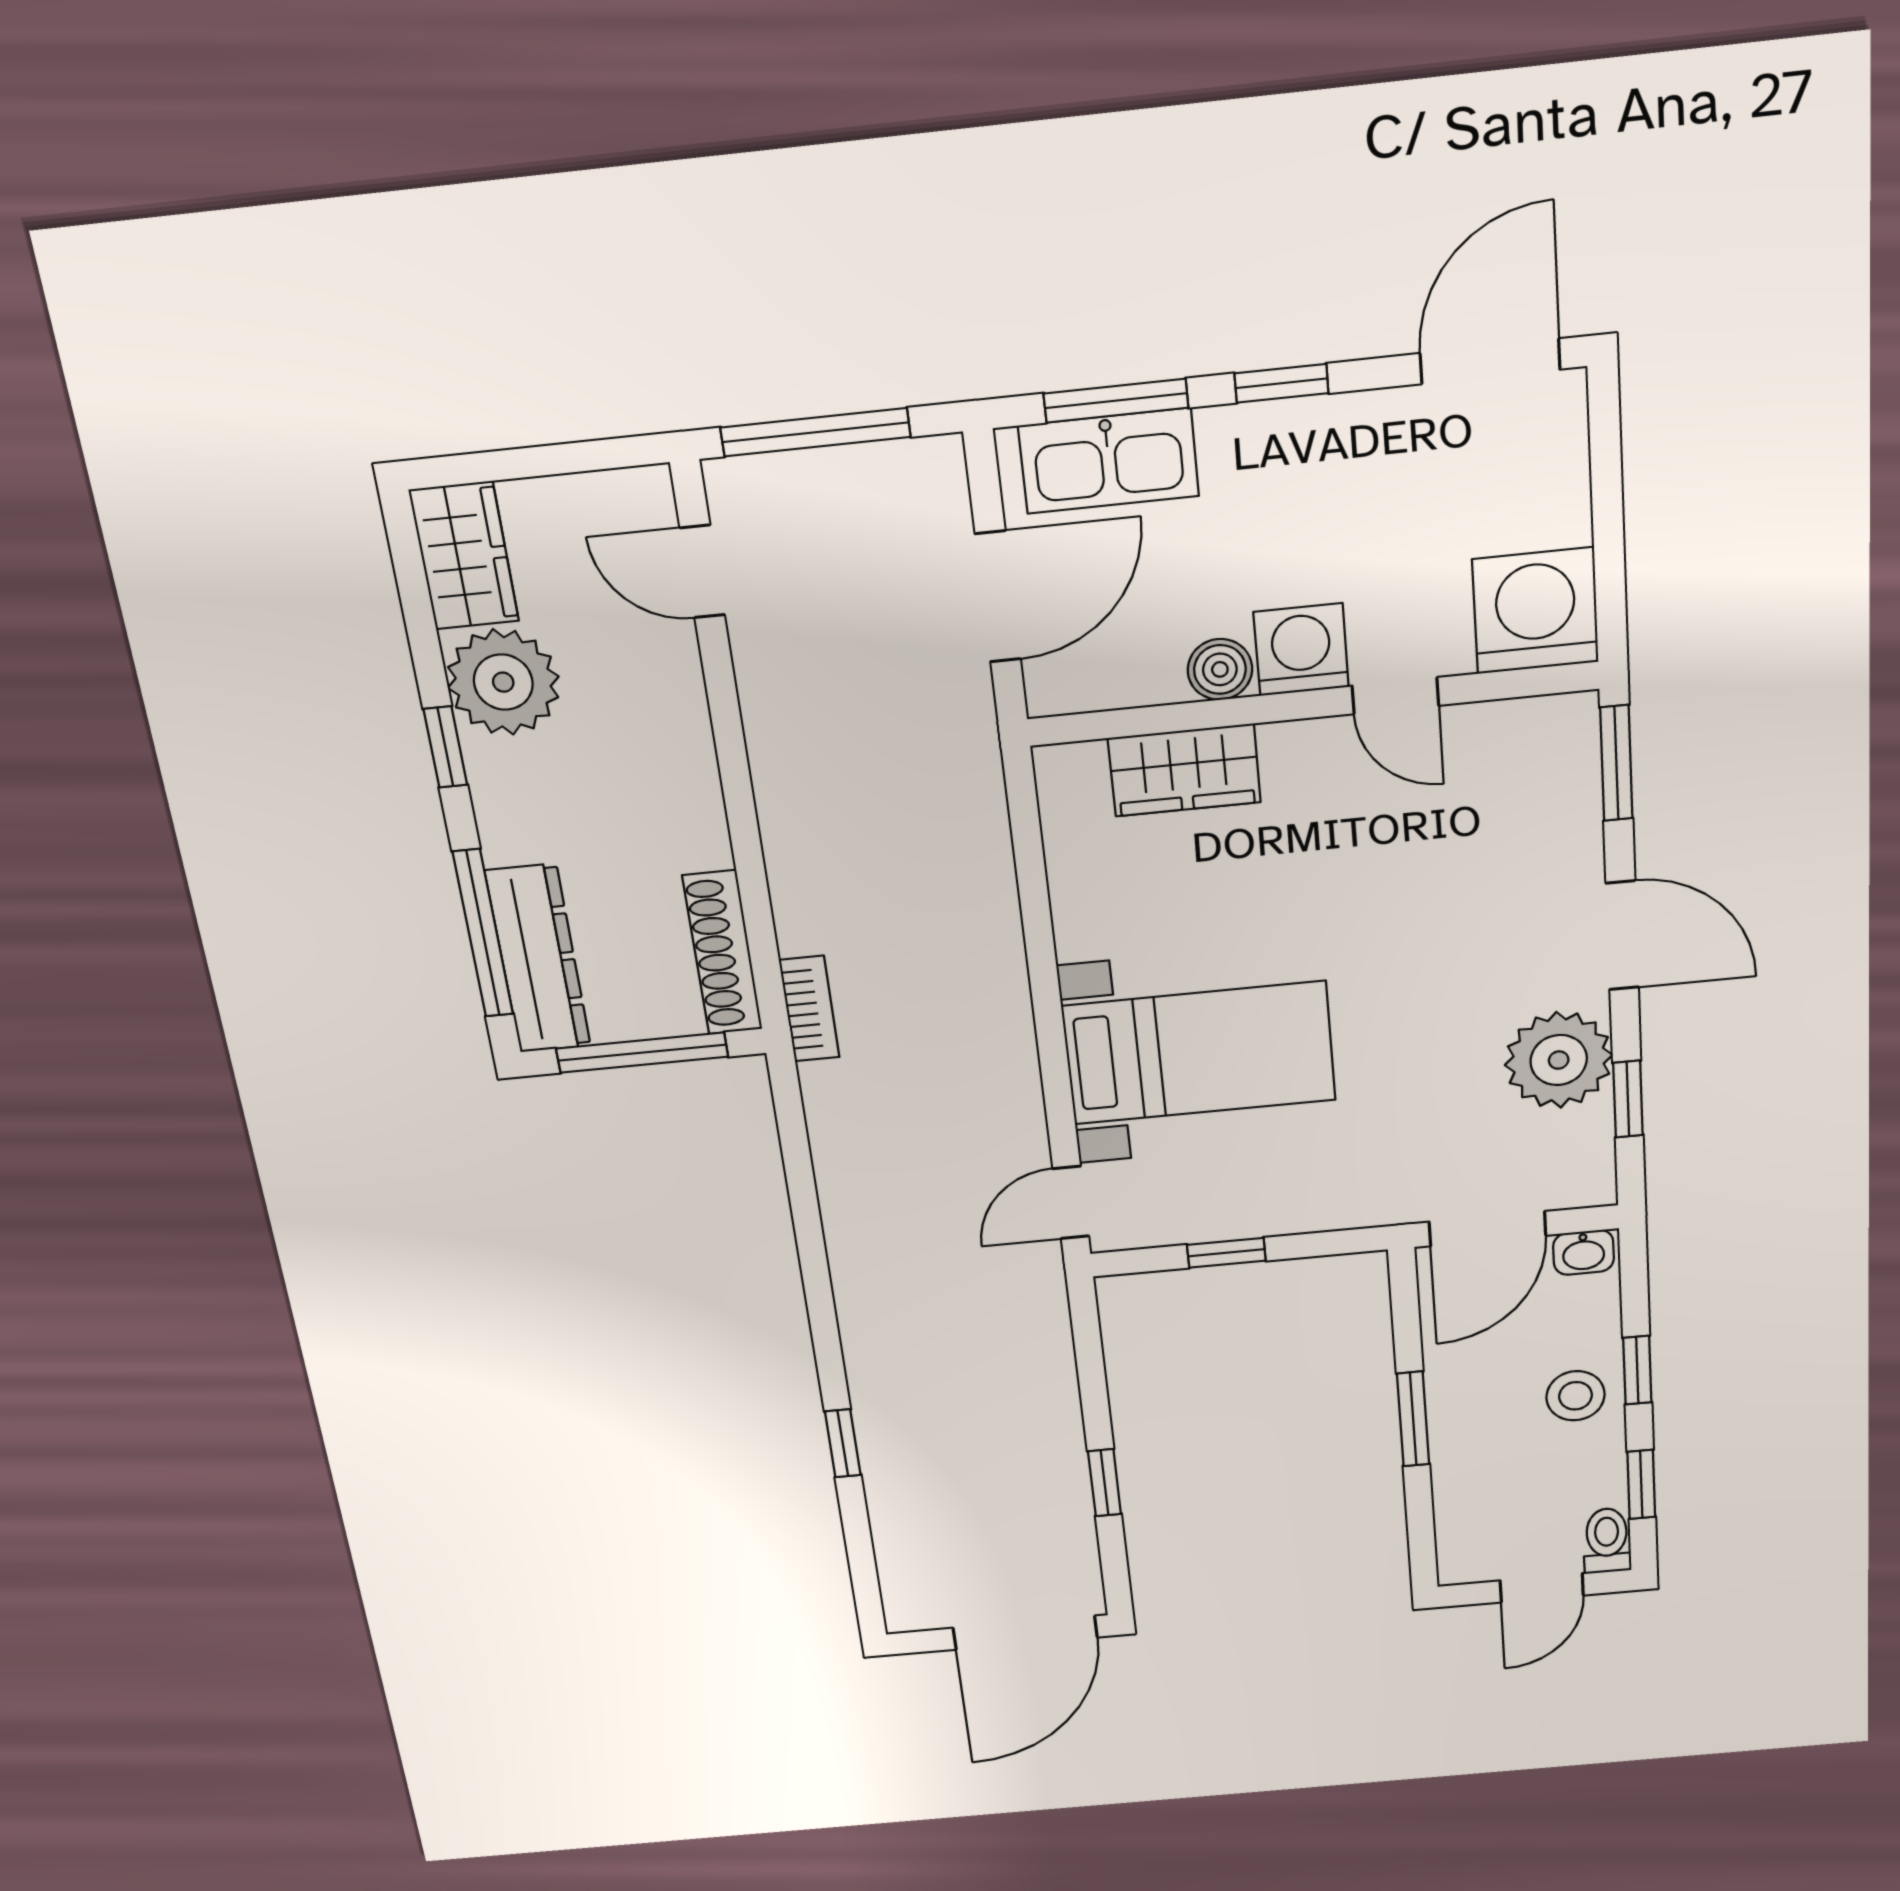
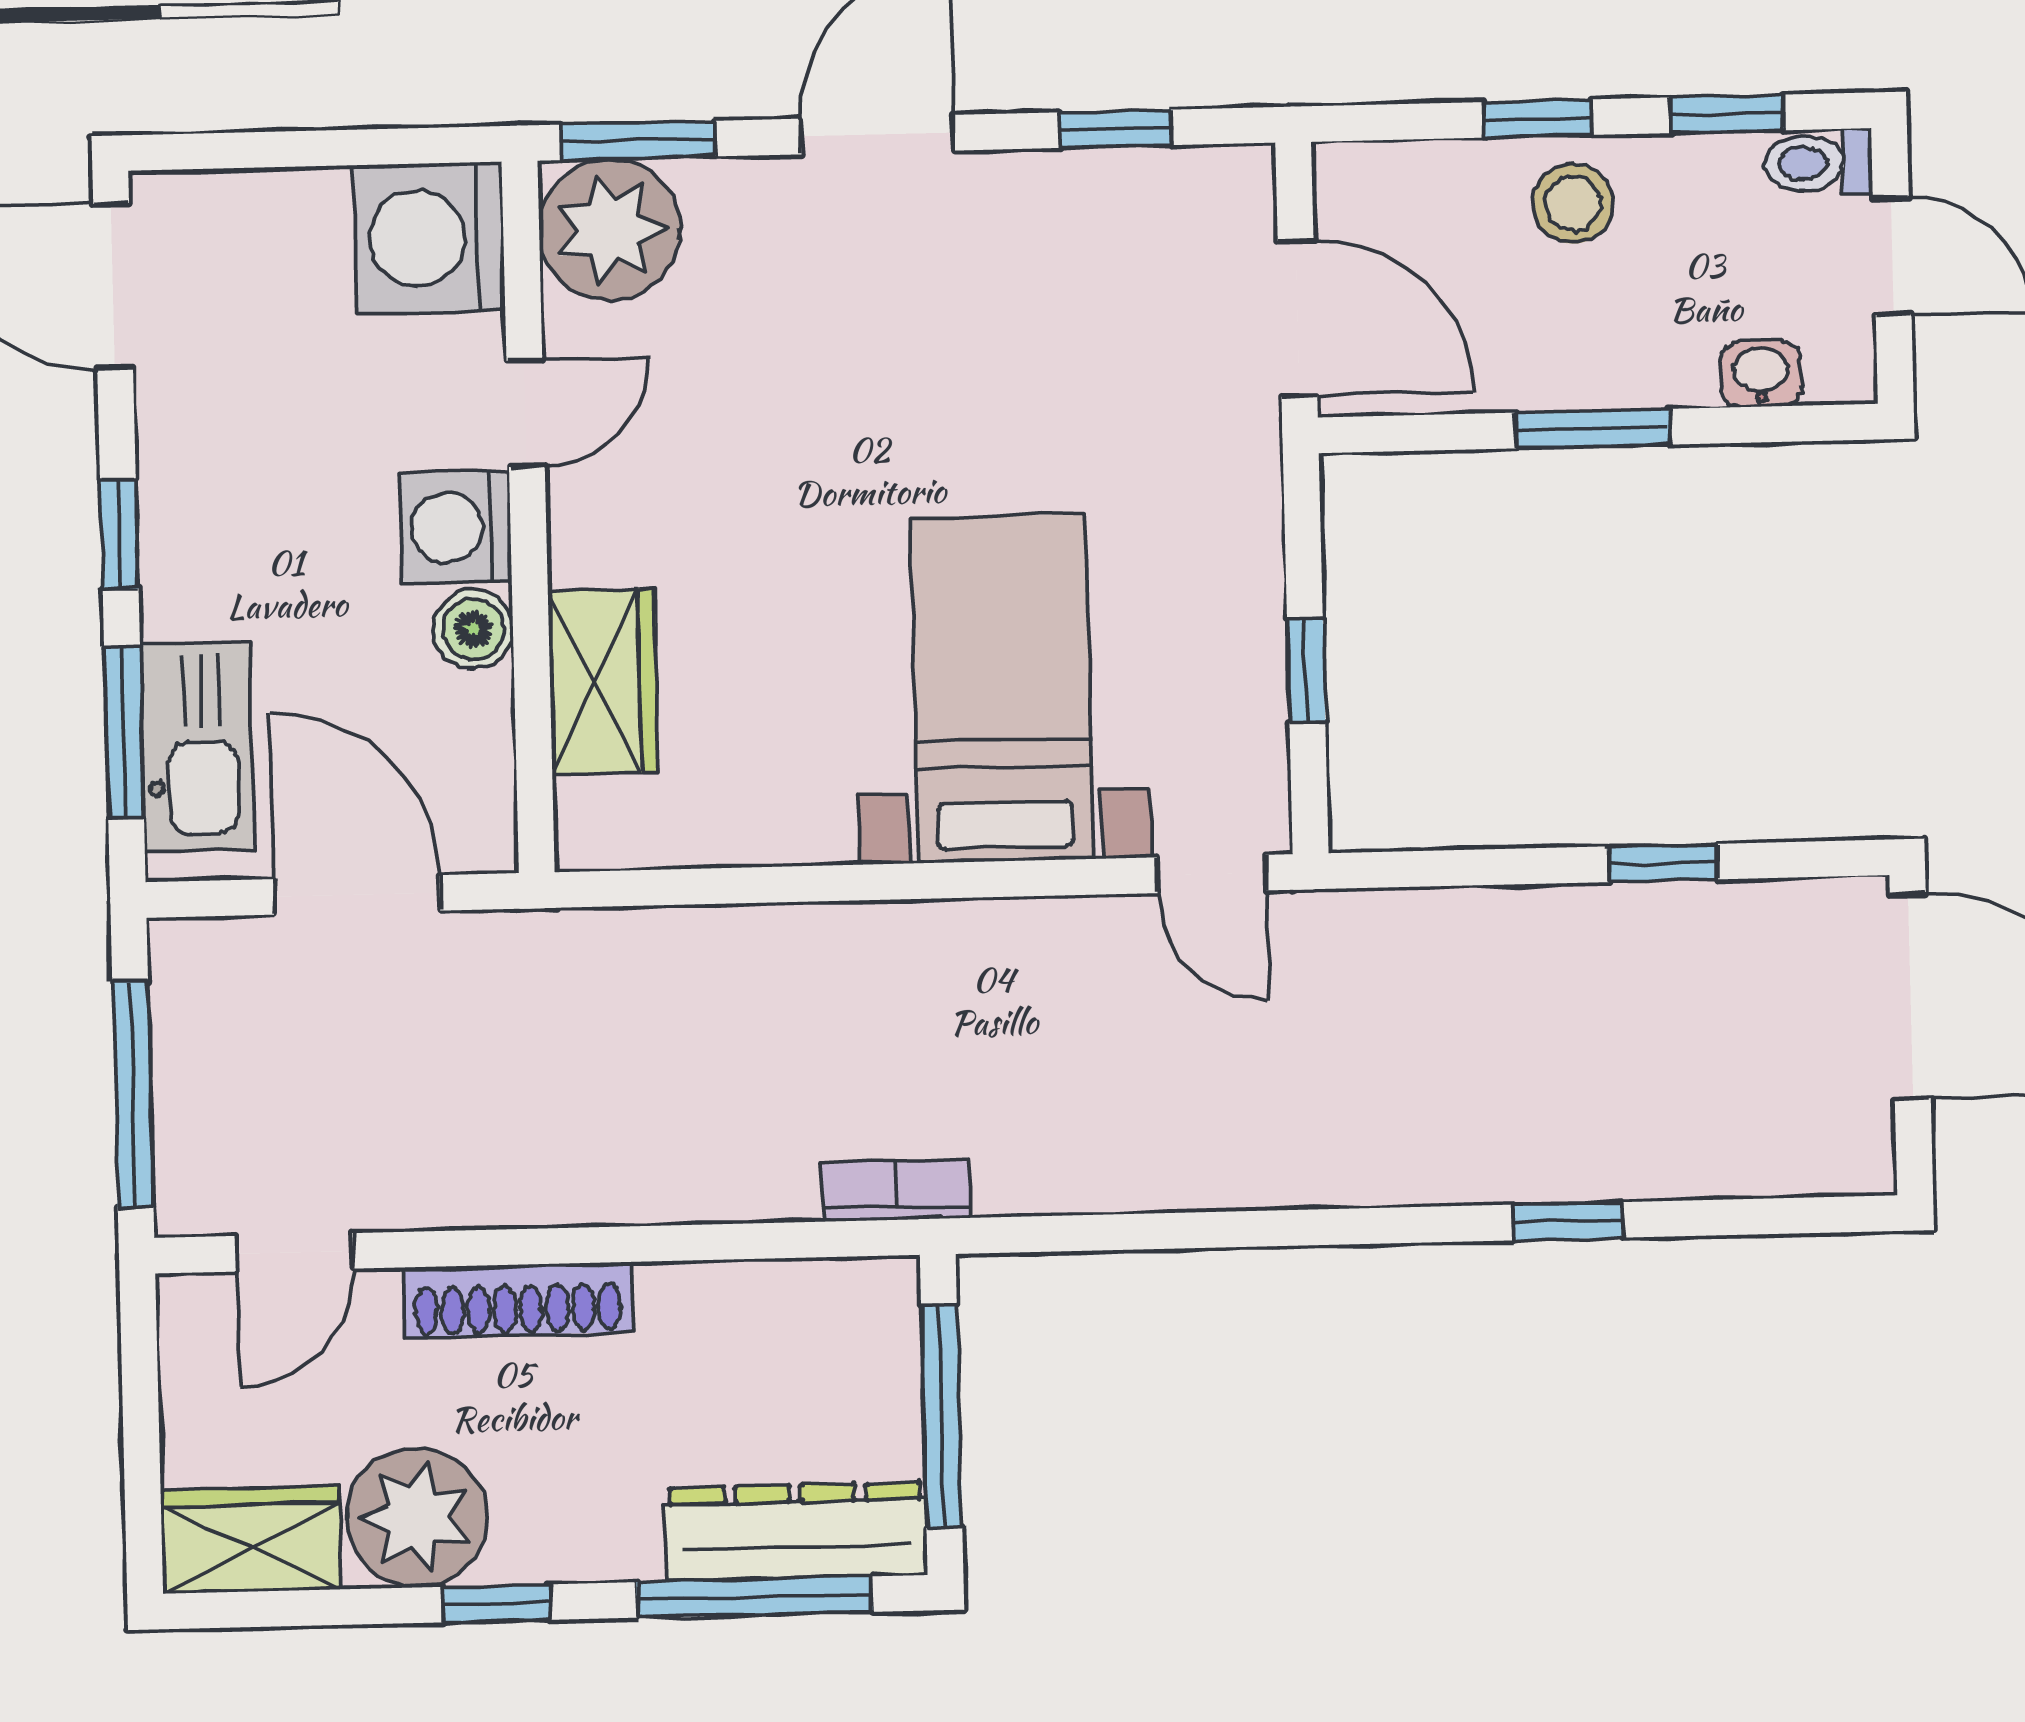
shoe rack: (723, 953) -> (518, 1300), moved
plant: (1559, 1060) -> (610, 230), moved
washbasin: (1584, 1252) -> (1761, 374), moved, turned -90

